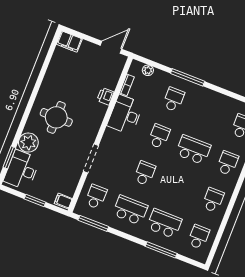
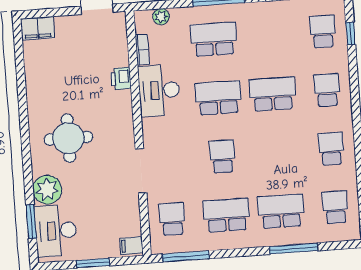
school desk: (174, 99) -> (214, 39), width x1.85
school desk: (159, 136) -> (218, 98), width x1.85

